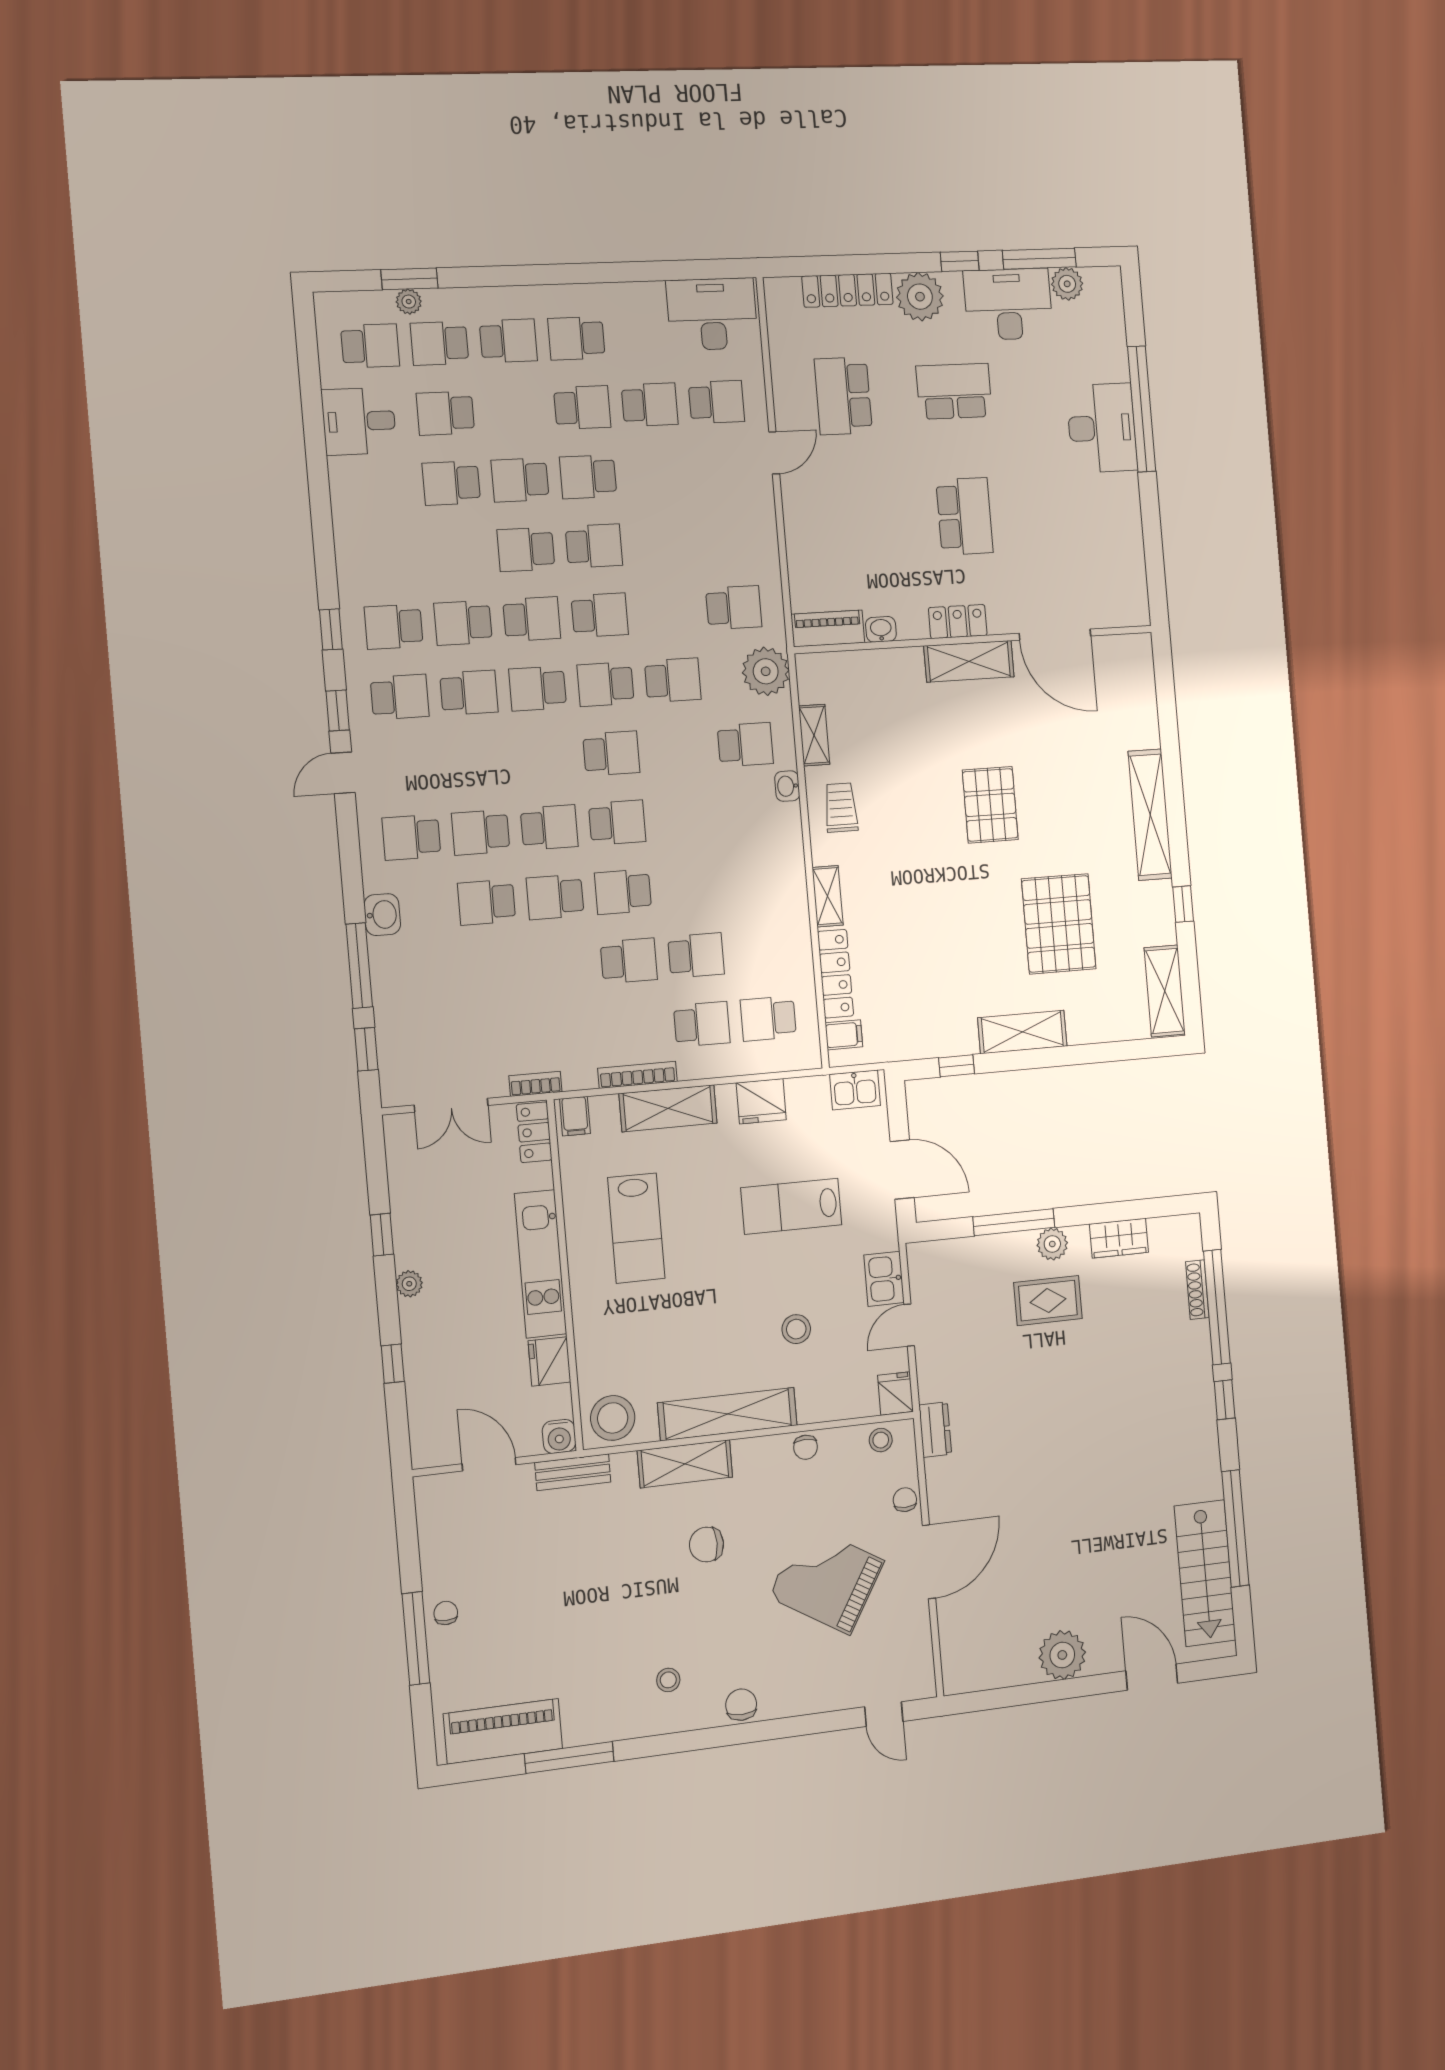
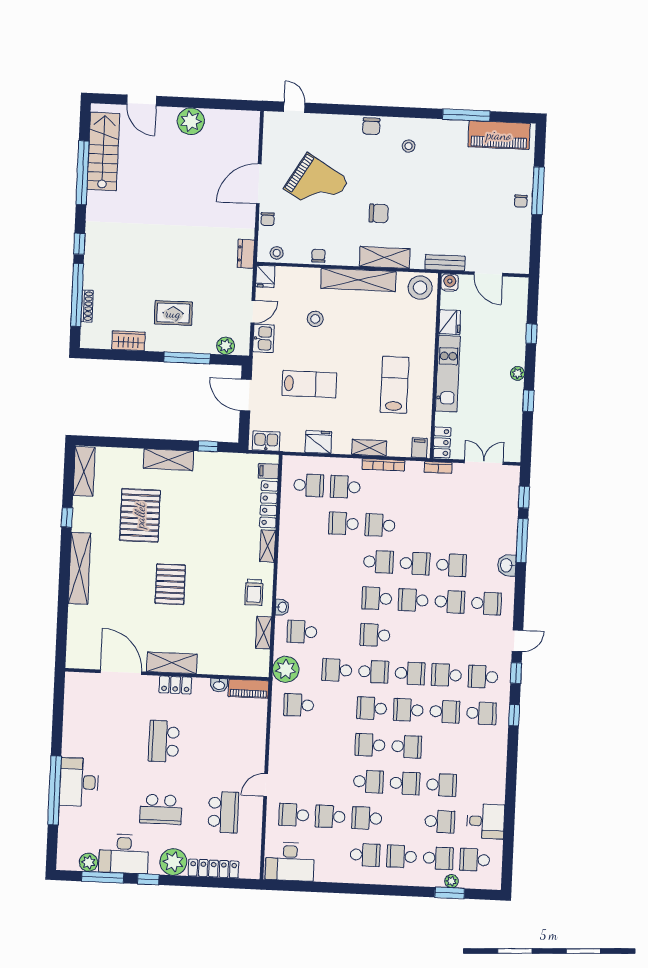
shelving: (668, 1108) -> (369, 448), width x0.67, depth x0.75
plant: (1052, 1244) -> (226, 346), moved

